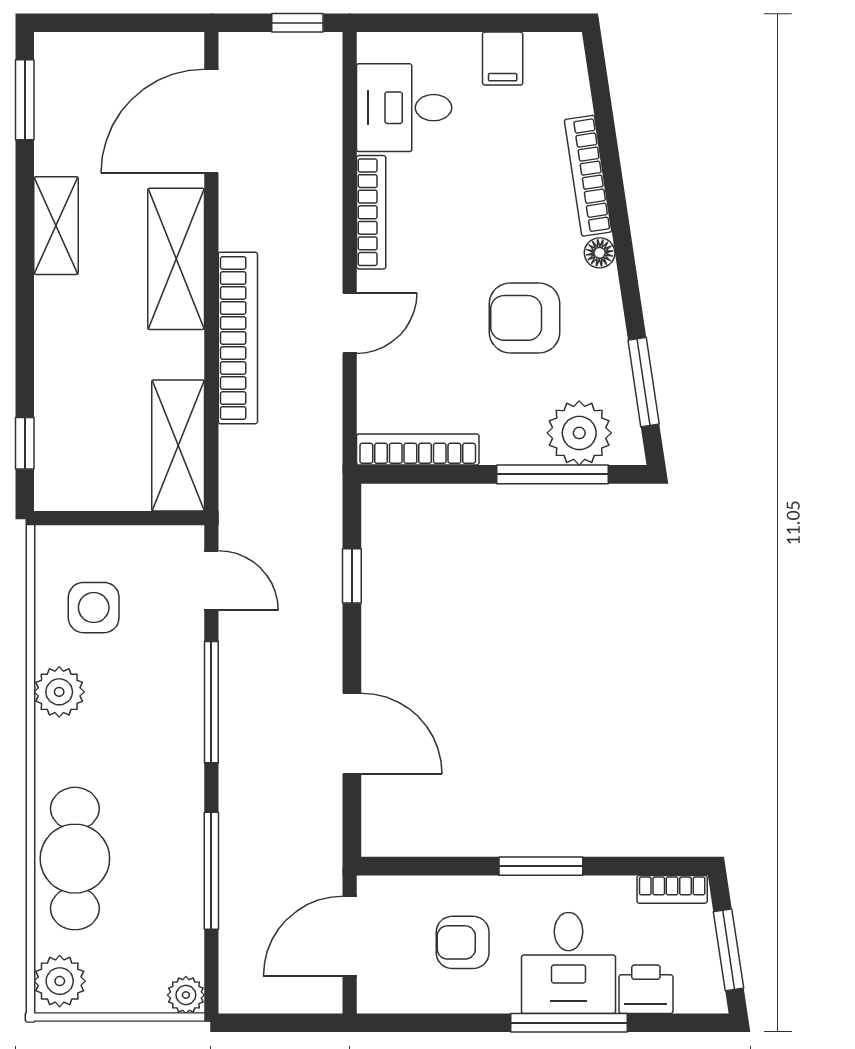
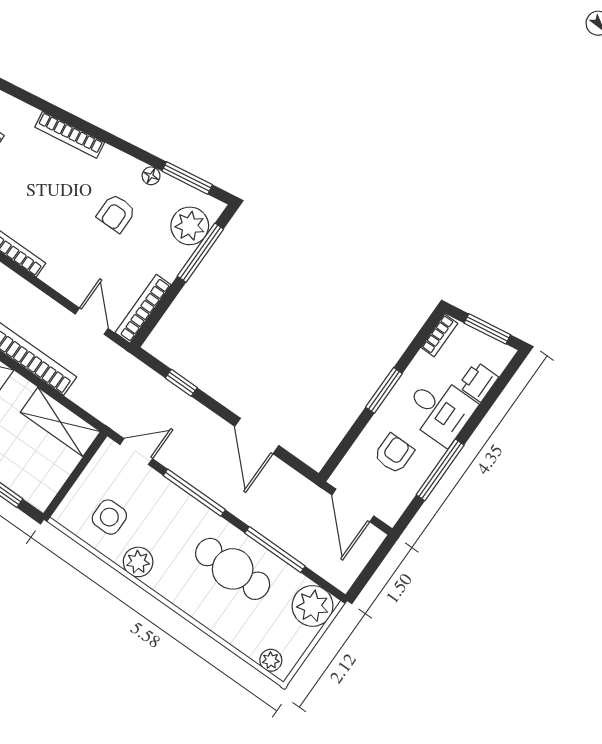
floor lamp: (600, 253) -> (151, 176), moved
armchair: (525, 318) -> (116, 213), width x0.72, depth x0.72
door: (350, 323) -> (92, 321), moved
door: (352, 733) -> (257, 436), swing flipped
cafe table: (75, 859) -> (233, 569), moved
armchair: (463, 942) -> (394, 454), turned 180
plant: (60, 981) -> (271, 660), width x0.73, depth x0.73
plant: (186, 995) -> (313, 606), width x1.88, depth x1.88
window: (569, 1023) -> (440, 470), moved

